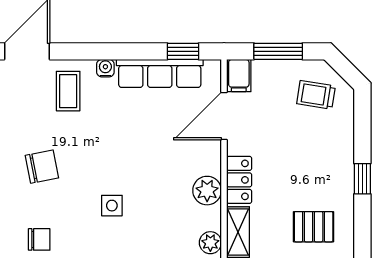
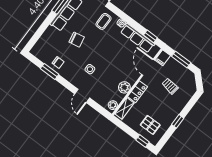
trolley: (316, 95) -> (170, 86), moved
door: (224, 116) -> (148, 67), hinge flipped

